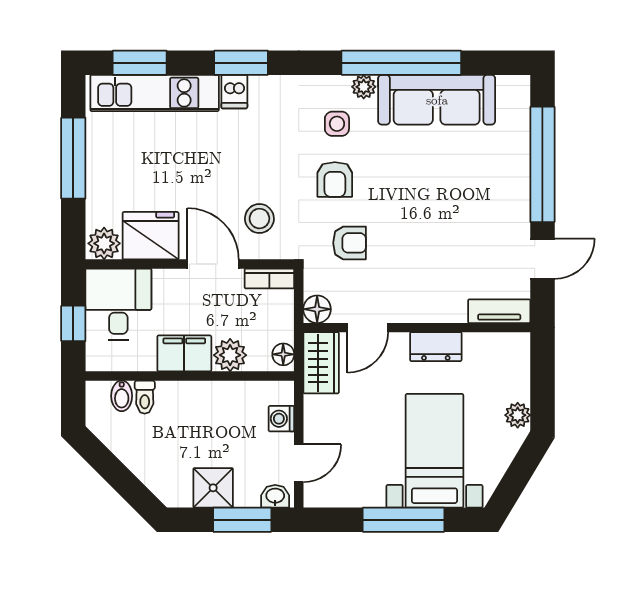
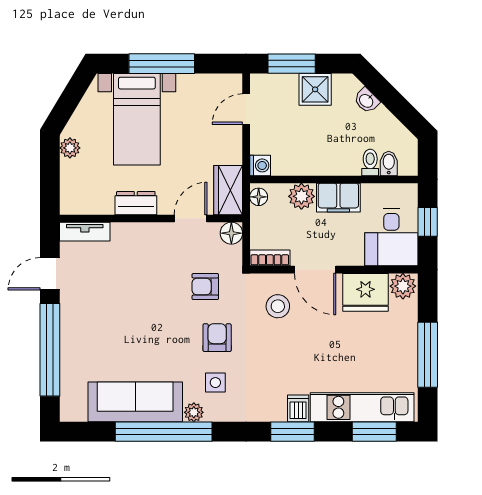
washing machine: (281, 419) -> (260, 165), moved
washbasin: (275, 496) -> (367, 101), moved, turned 45

